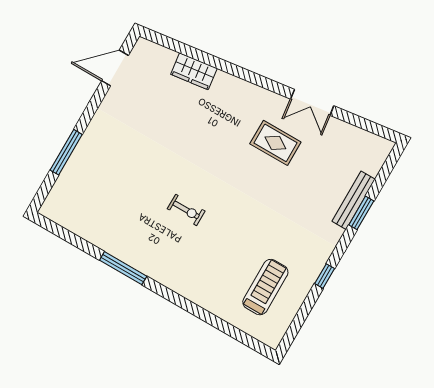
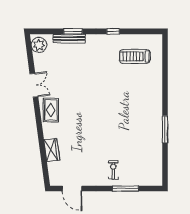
rug: (275, 143) -> (51, 110), moved
plant: (371, 147) -> (39, 45), added
exercise bike: (186, 210) -> (113, 170), moved

